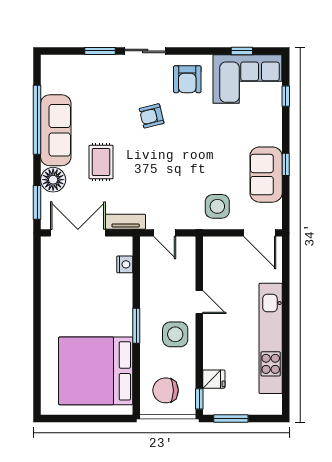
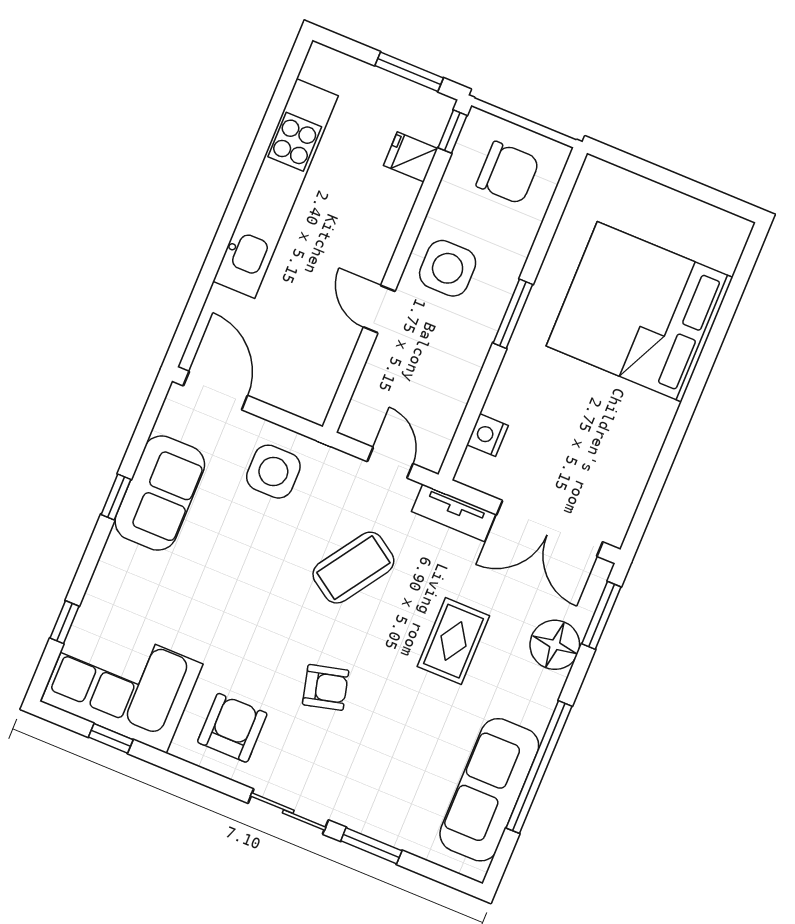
sofa: (56, 130) -> (489, 790), moved
coffee table: (162, 177) -> (353, 568), added
bed: (96, 371) -> (640, 312), moved, turned 180

